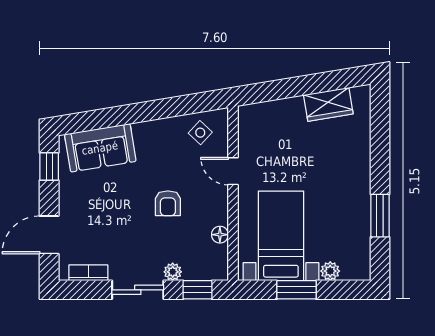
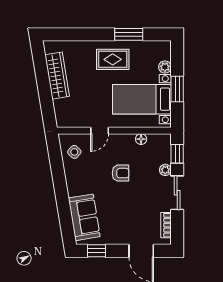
wardrobe: (328, 104) -> (57, 76), width x1.50
rug: (342, 191) -> (113, 59), added

